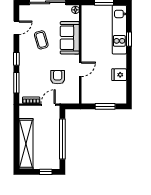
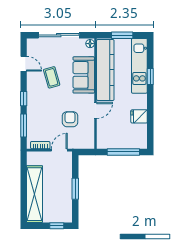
door: (16, 28) -> (24, 64), hinge flipped
kitchen counter: (89, 33) -> (105, 70), added
window: (105, 106) -> (123, 152), width x1.44
window: (62, 139) -> (75, 189), width x0.47

